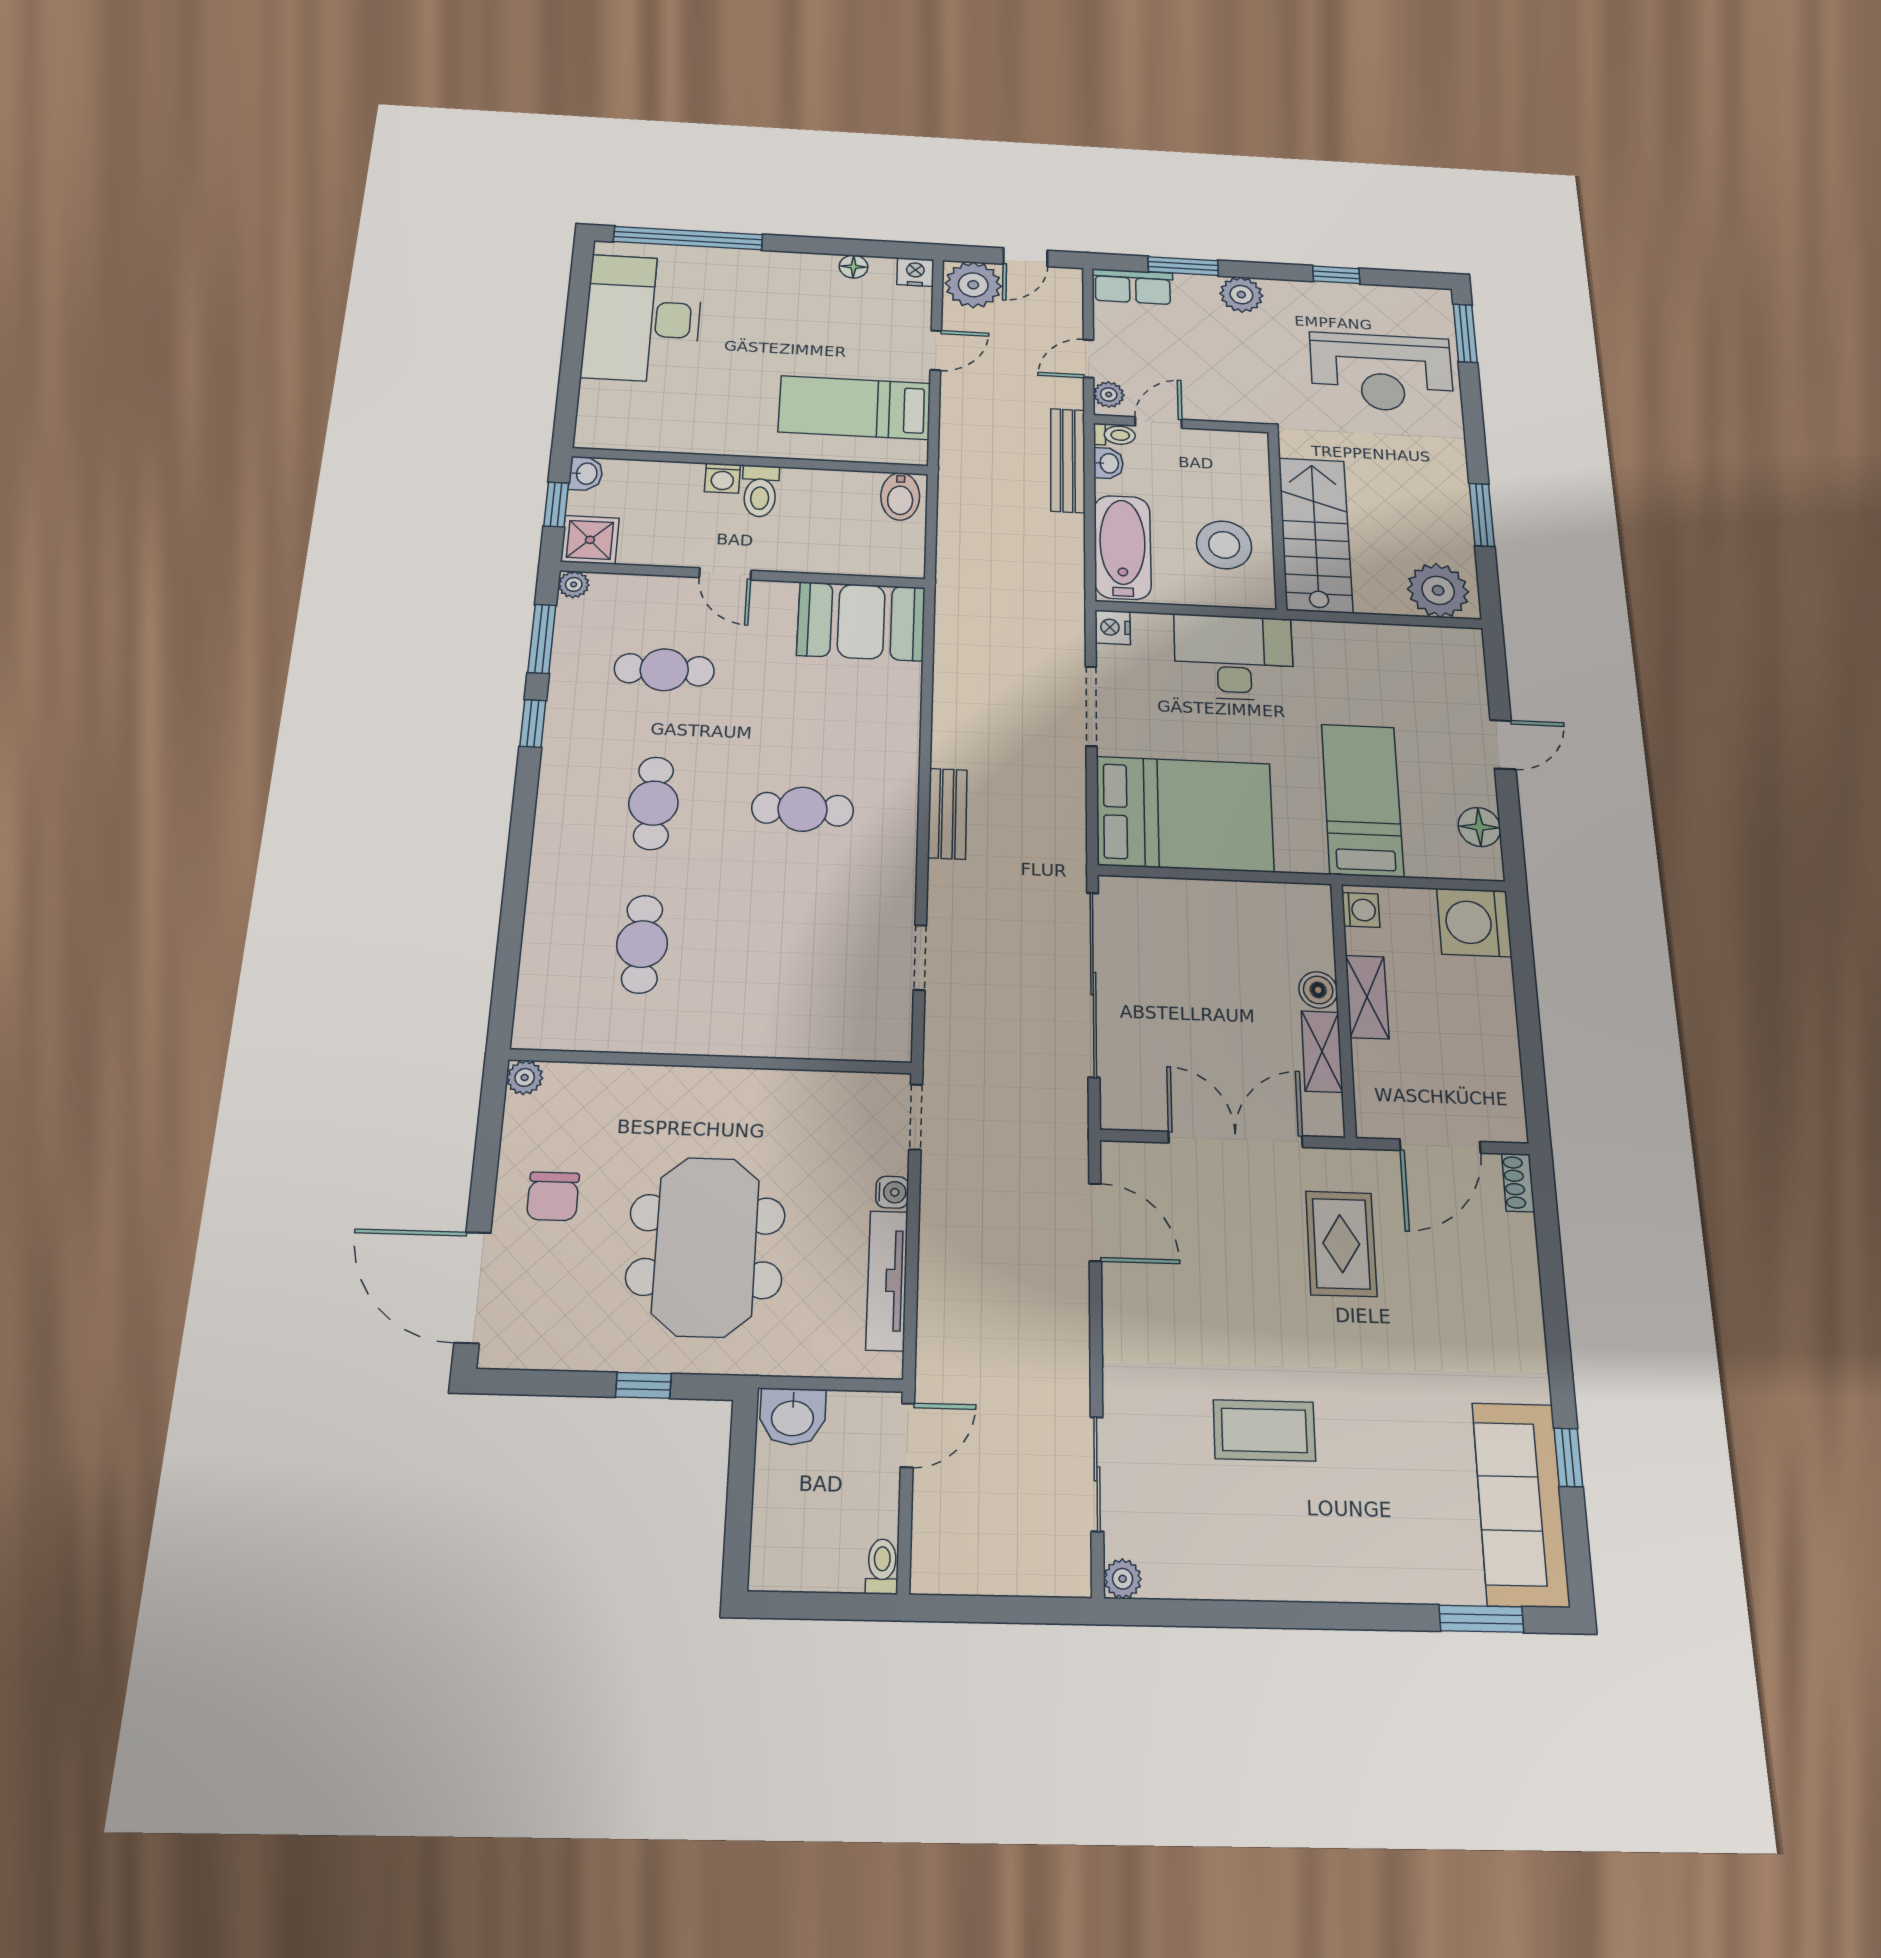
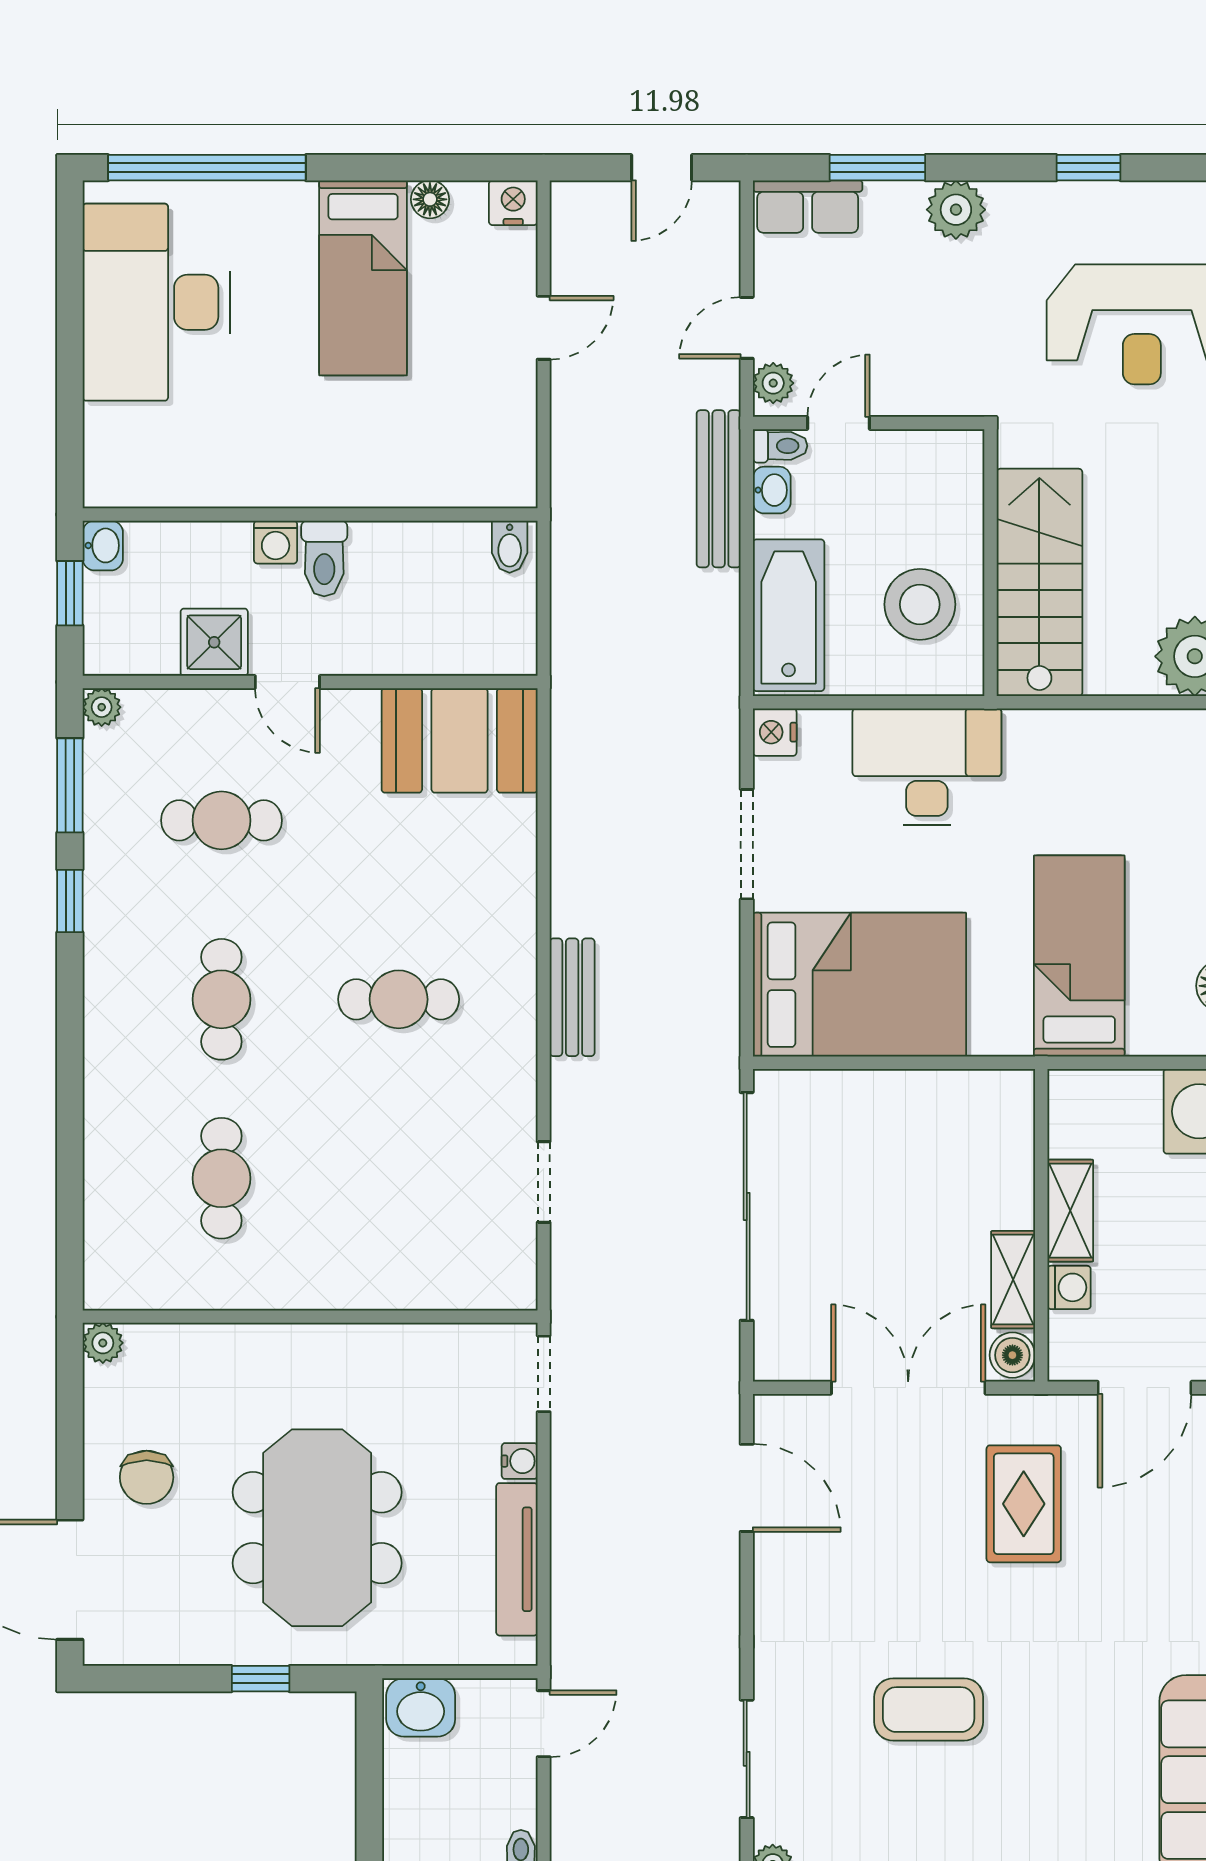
plant: (973, 285) -> (592, 218), removed
bed: (855, 408) -> (363, 278), moved, turned -90
bidet: (900, 496) -> (510, 547), width x0.72, depth x0.74
shower: (590, 540) -> (214, 642), moved
washing machine: (1361, 910) -> (1069, 1287), moved
boiler: (1318, 990) -> (1012, 1355), moved

